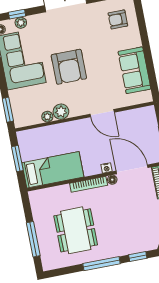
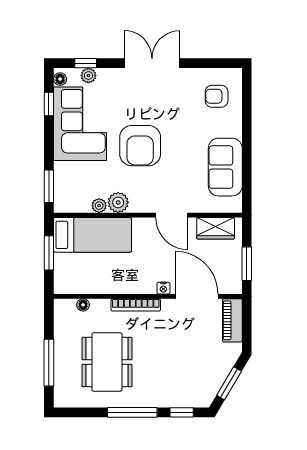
wardrobe: (136, 116) -> (216, 228), added
bed: (53, 170) -> (93, 235), moved
floor lamp: (112, 180) -> (83, 305), moved

